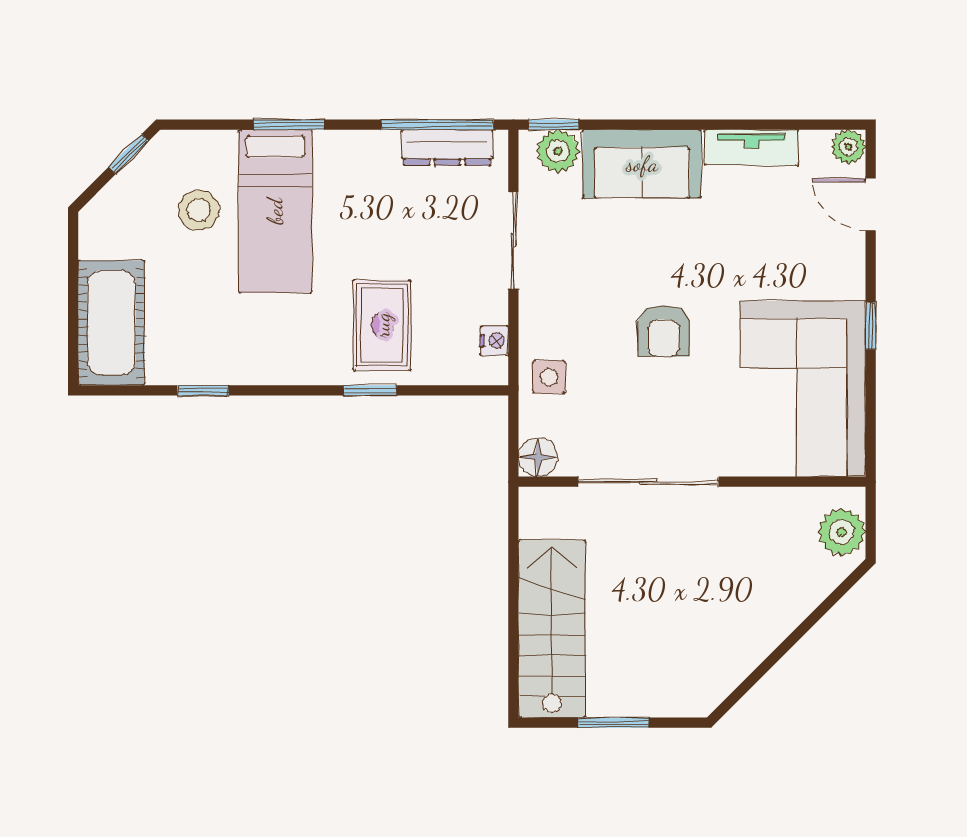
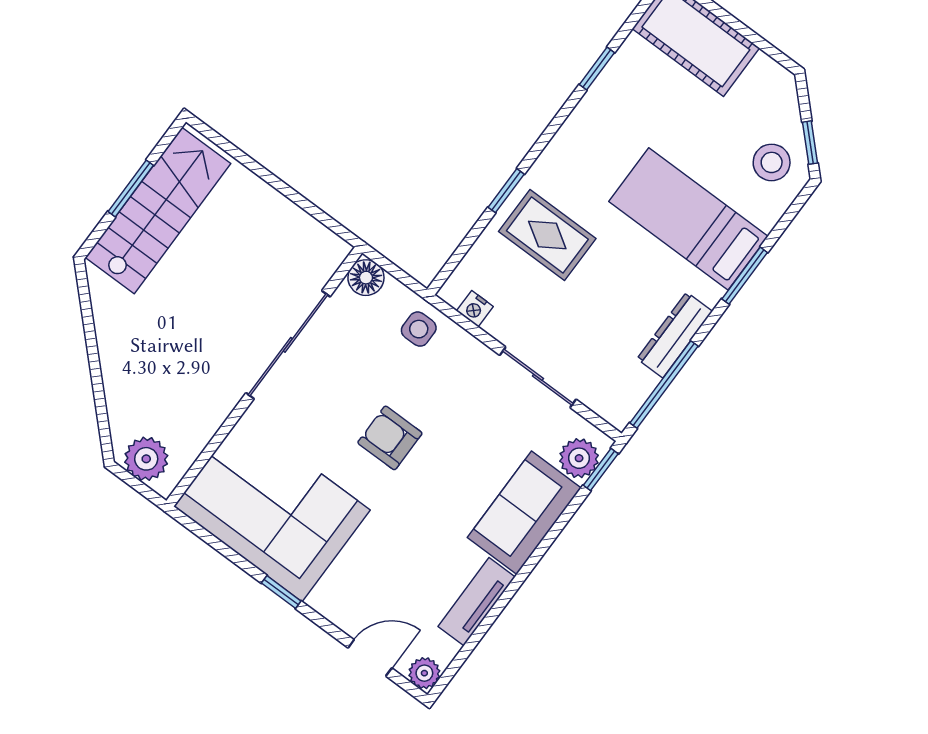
dresser: (447, 147) -> (675, 335), moved
stool: (199, 210) -> (772, 162), moved
stairs: (552, 629) -> (158, 211), moved, turned -90

